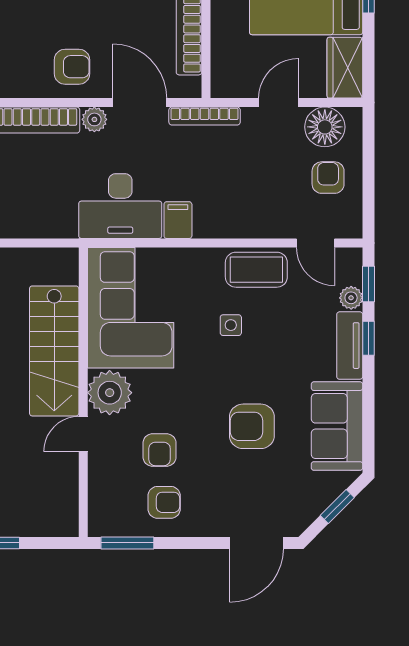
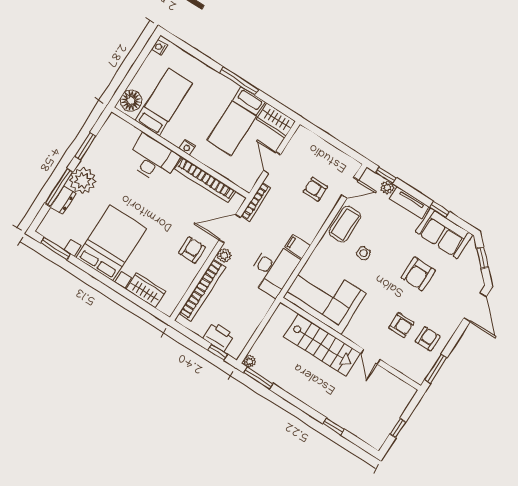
floor lamp: (325, 127) -> (298, 148), removed
armchair: (328, 178) -> (315, 189), moved
window: (368, 338) -> (440, 209), moved
plant: (110, 393) -> (359, 331), removed

